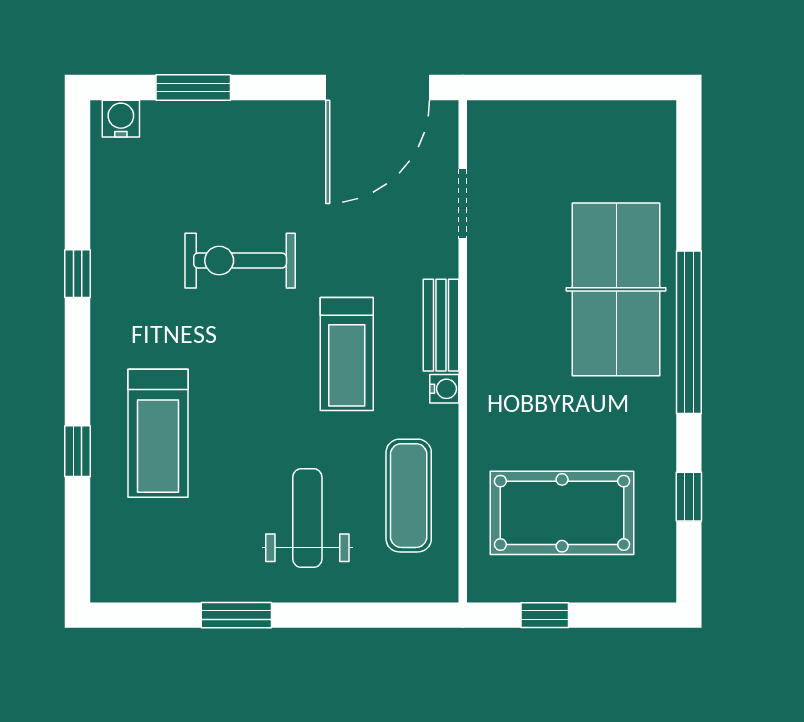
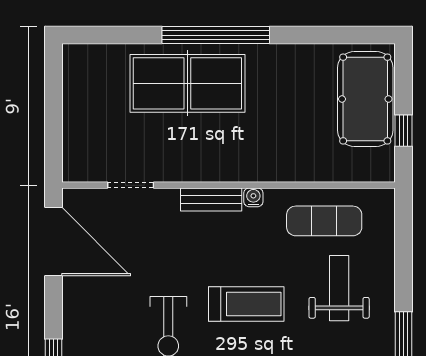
treadmill: (347, 354) -> (246, 304), moved
window: (689, 497) -> (325, 35), removed
pool table: (562, 513) -> (365, 99), moved
weight bench: (307, 518) -> (339, 288), turned 90

